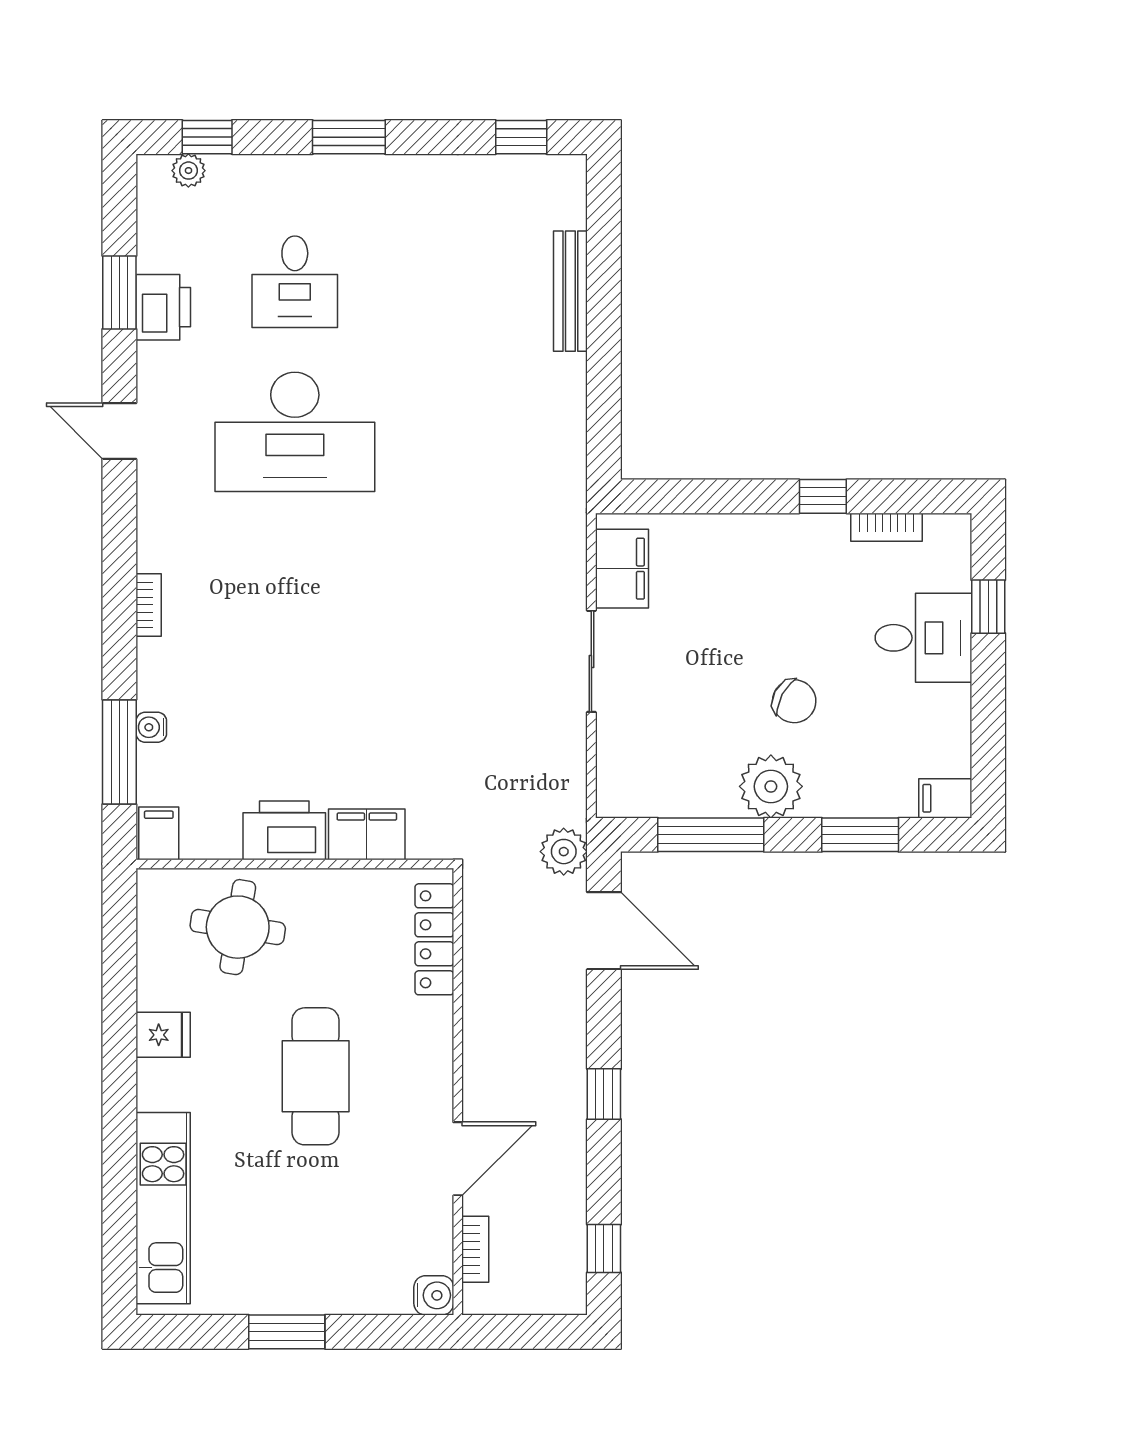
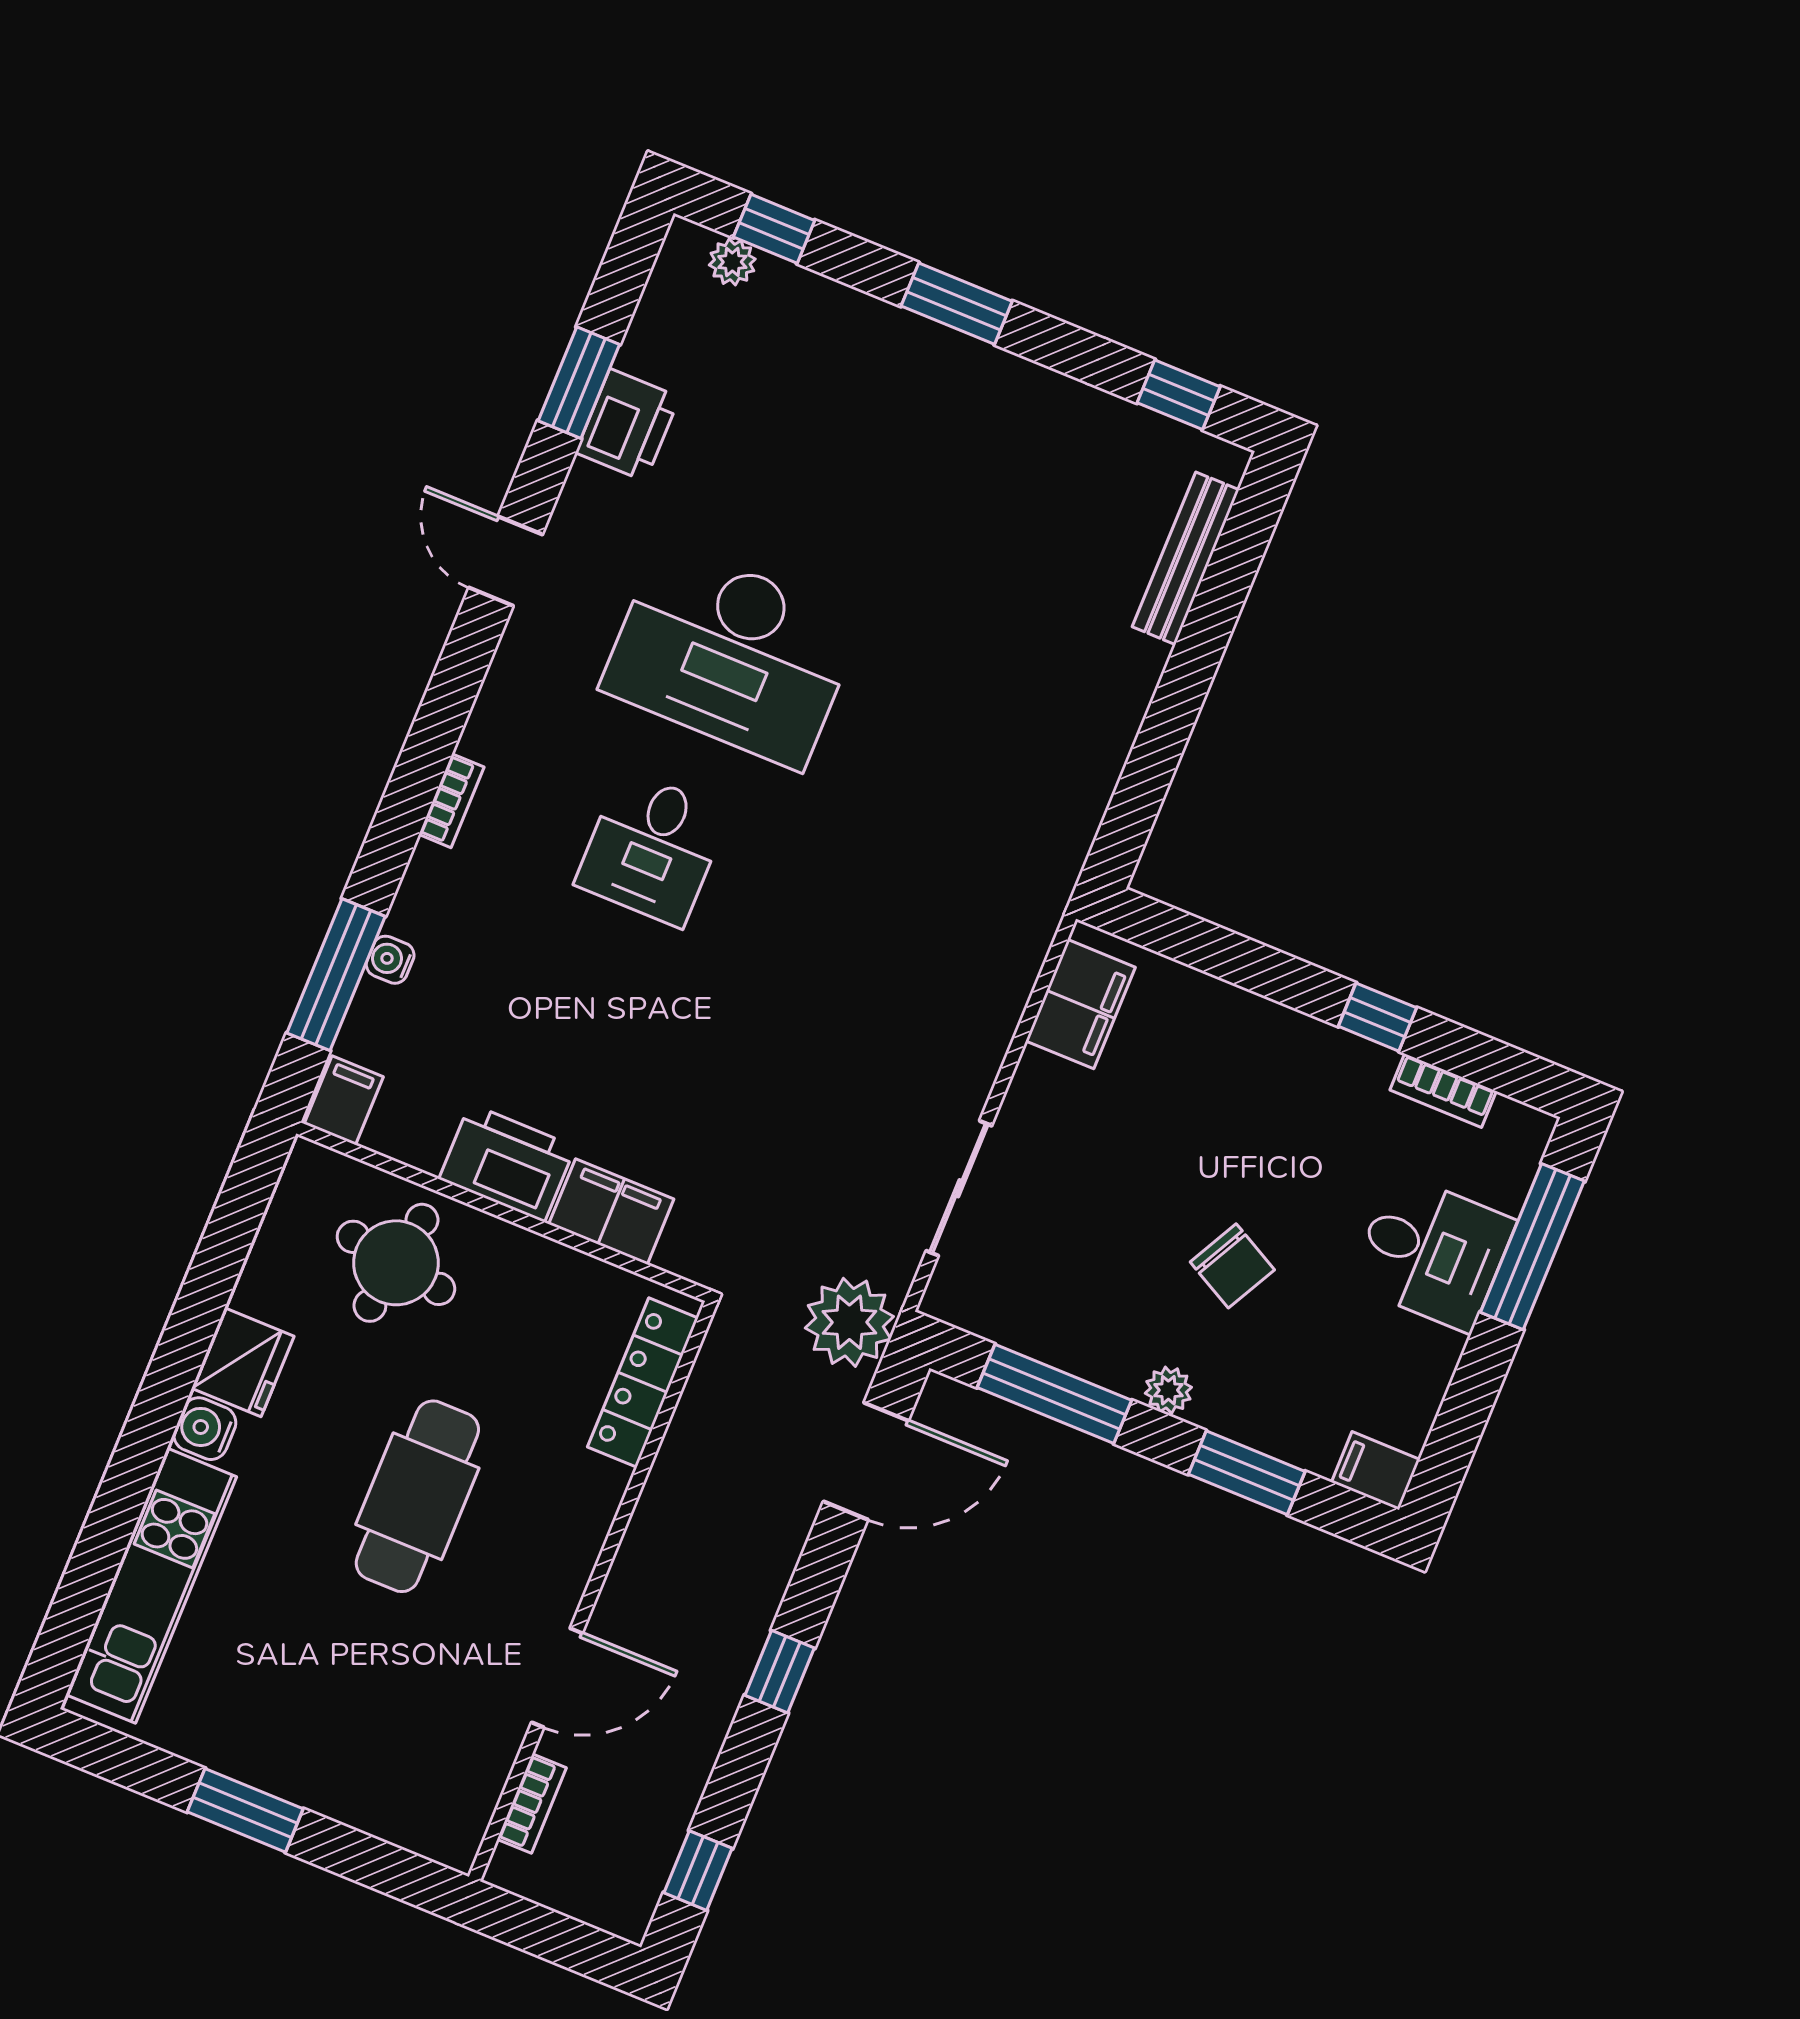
desk: (295, 282) -> (652, 848), moved
bench: (570, 291) -> (1186, 558), moved
window: (988, 607) -> (1532, 1247), width x2.17
sliding door: (591, 661) -> (959, 1188), moved
plant: (771, 786) -> (1168, 1390), width x0.53, depth x0.53
plant: (564, 852) -> (849, 1322), width x1.36, depth x1.36
door: (604, 931) -> (866, 1461), hinge flipped
fridge: (163, 1035) -> (243, 1362), width x1.38
water cooler: (434, 1295) -> (205, 1429), moved, turned 180

